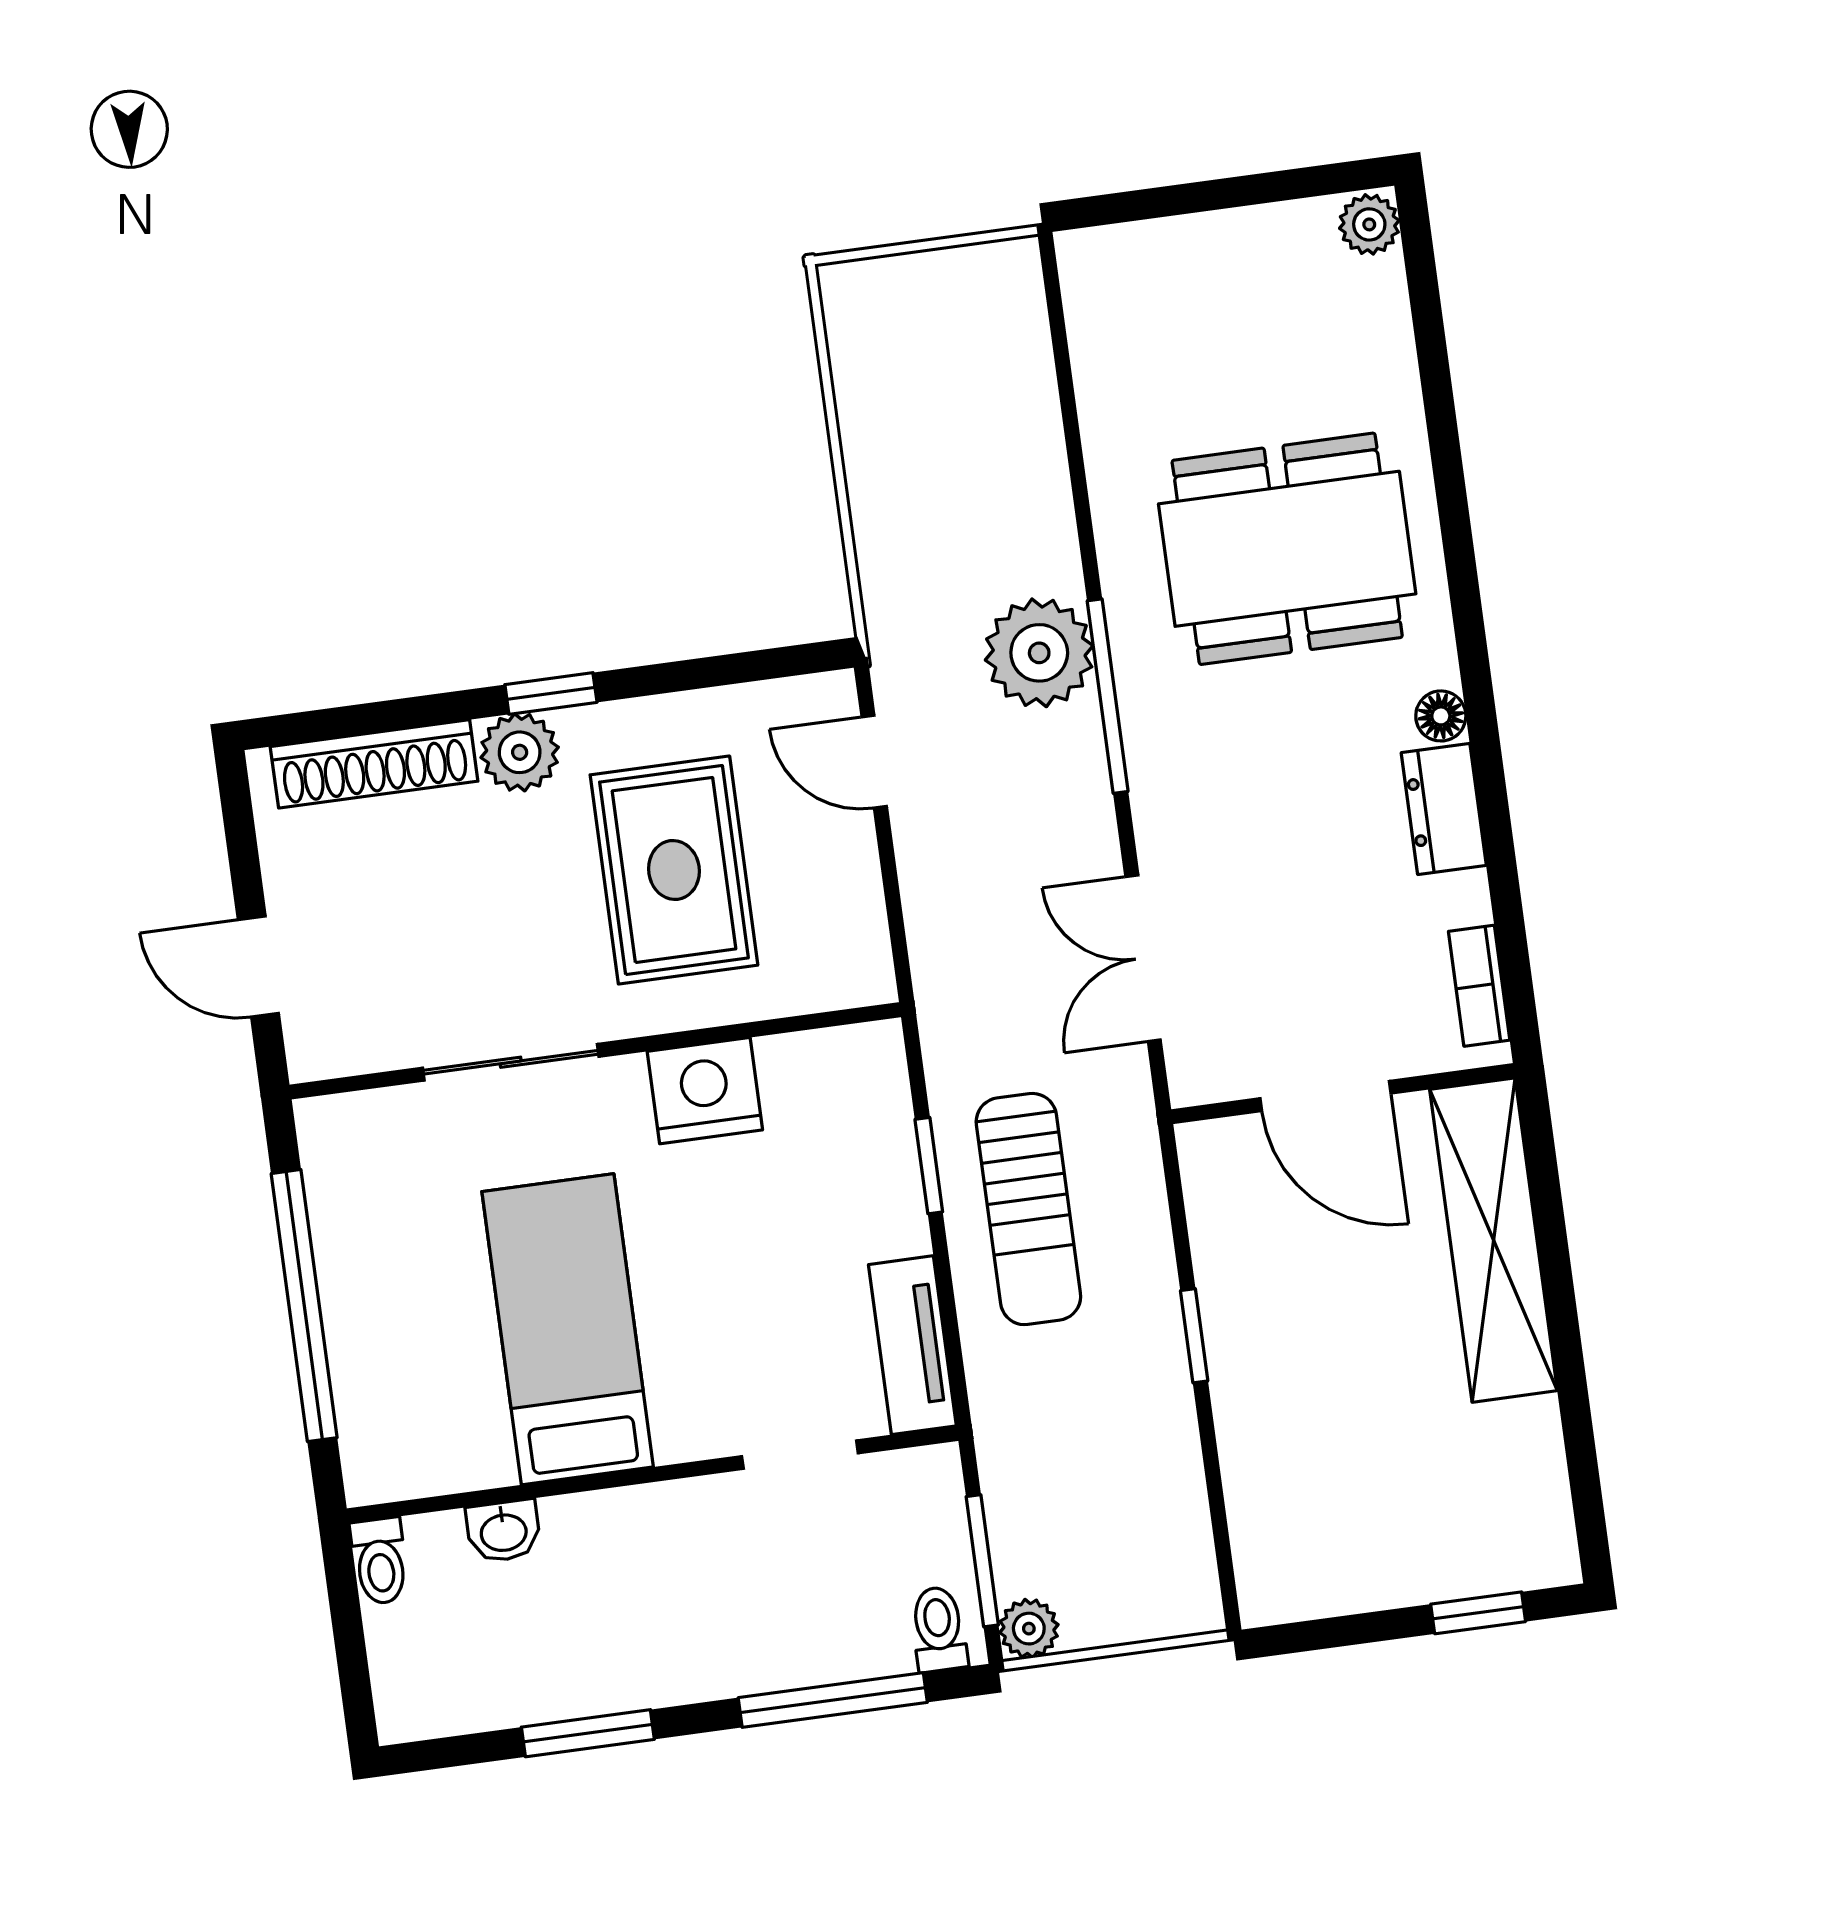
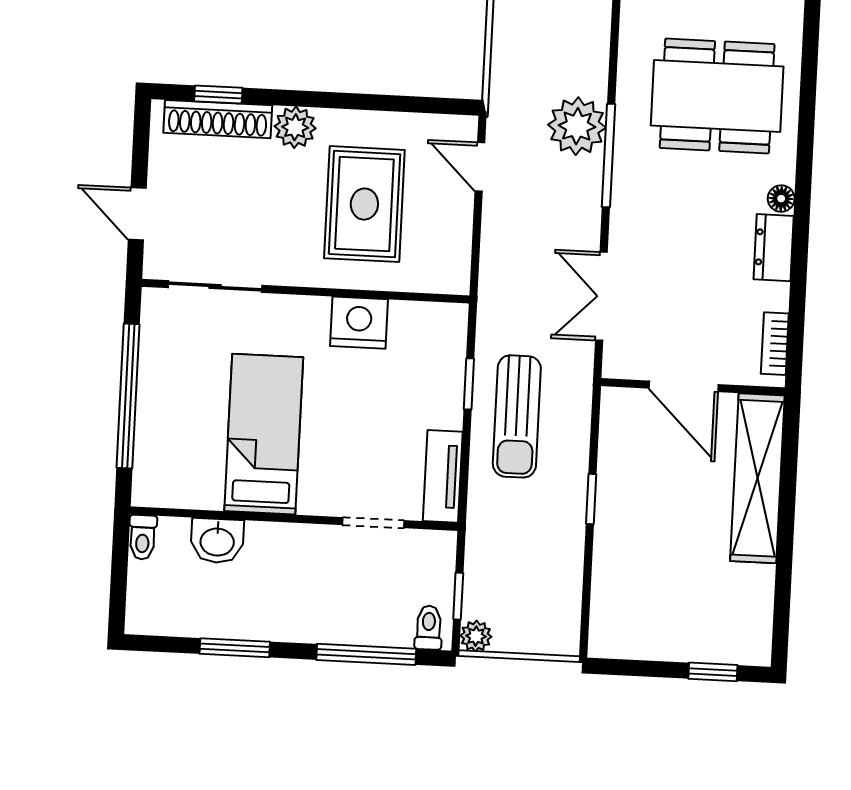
window: (551, 693) -> (218, 95), moved
sliding door: (511, 1062) -> (215, 286), moved
washbasin: (503, 1531) -> (217, 541), width x1.38, depth x1.45
window: (982, 1561) -> (458, 596), width x0.67

